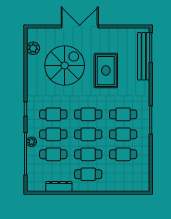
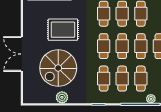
plant: (33, 48) -> (62, 97), moved
spiral stairs: (65, 66) -> (58, 68), turned -90
plant: (32, 142) -> (151, 99), moved

